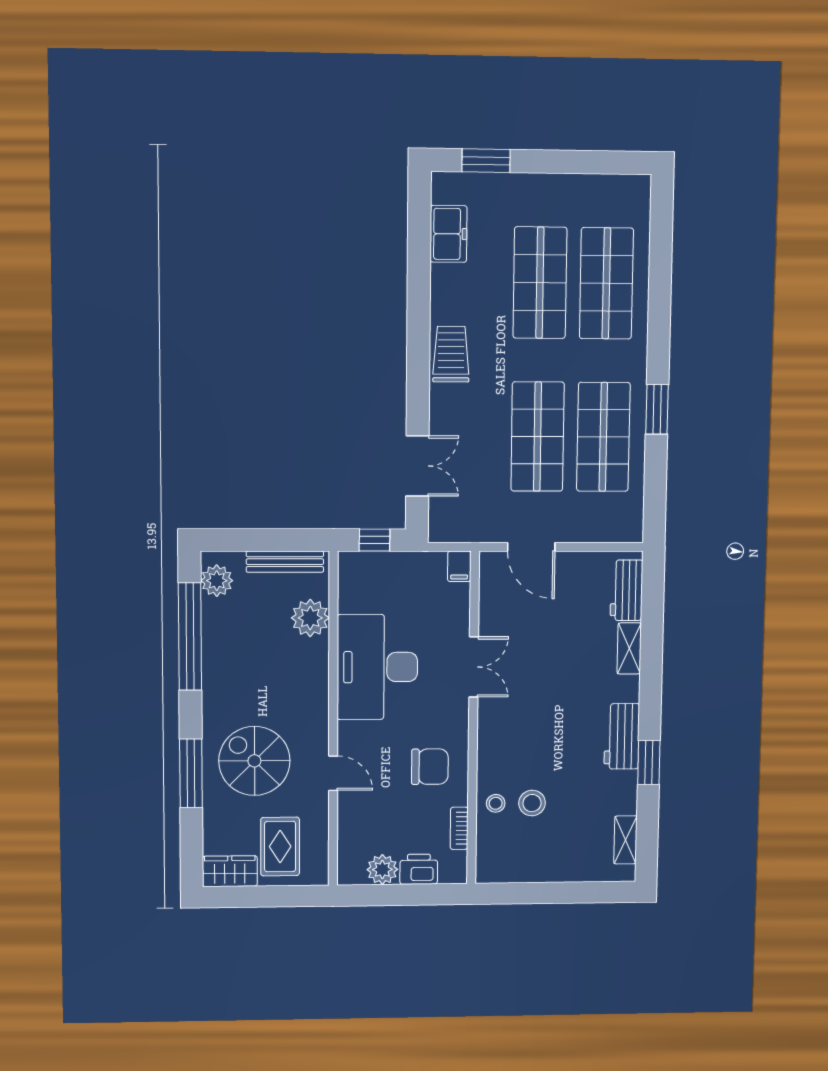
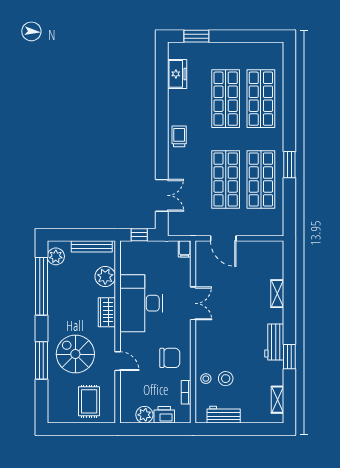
trolley: (451, 354) -> (179, 136), width x0.73, depth x0.72
workbench: (626, 590) -> (224, 415), moved, turned 90
wardrobe: (230, 871) -> (107, 312), moved, turned -90

